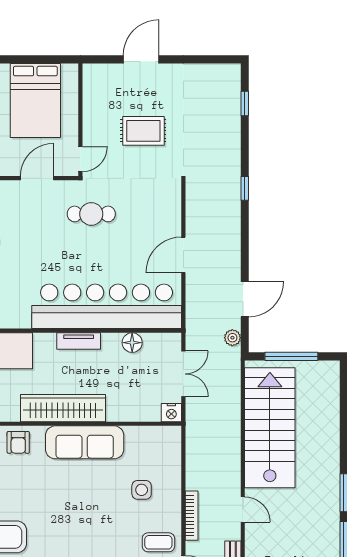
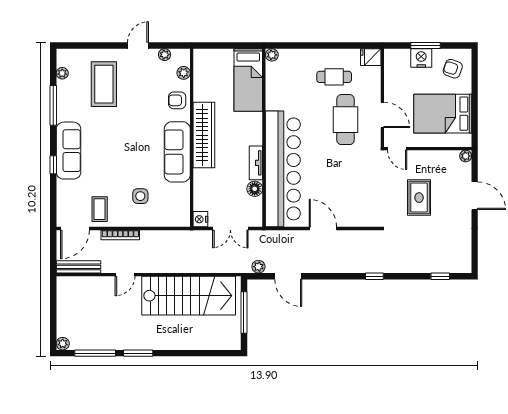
plant: (90, 71) -> (466, 156), added
cafe table: (91, 214) -> (346, 120), moved, width x1.37, depth x1.35
tv unit: (79, 341) -> (256, 163), moved

